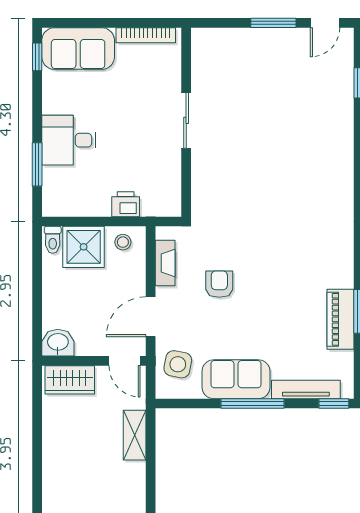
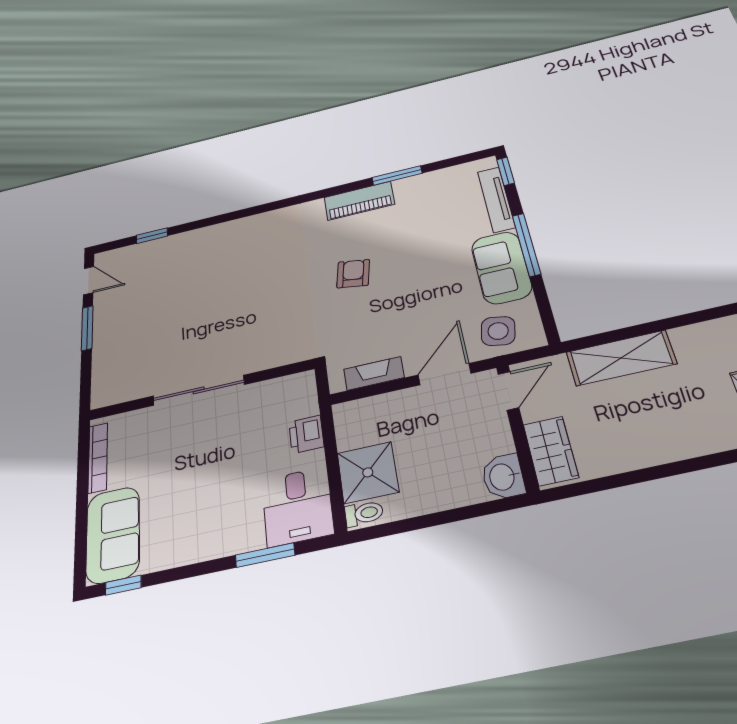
sliding door: (186, 120) -> (199, 390), width x1.37
desk: (69, 140) -> (297, 506), moved
stool: (123, 242) -> (355, 427), removed
armchair: (219, 284) -> (353, 274), moved, turned 100
door: (151, 317) -> (444, 374), swing flipped
piano: (340, 319) -> (359, 201), moved
shelving: (135, 435) -> (621, 358), width x1.50, depth x1.33

